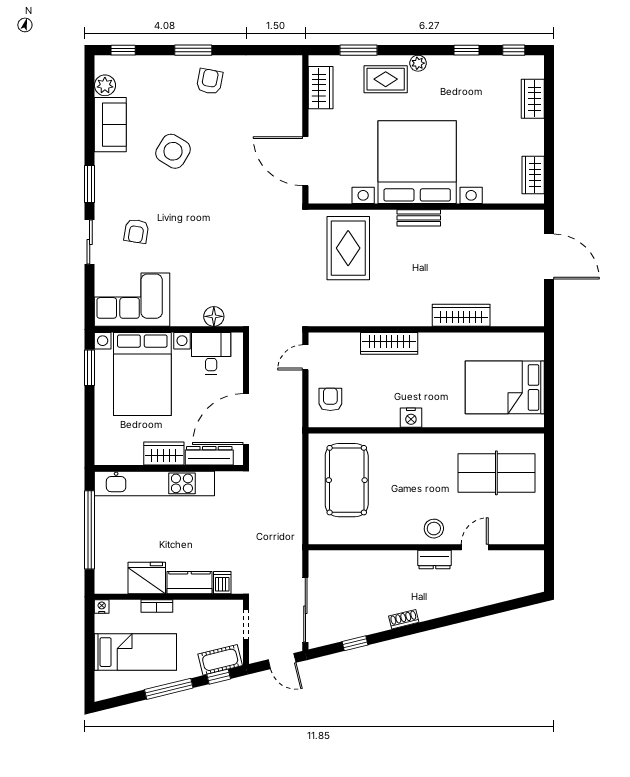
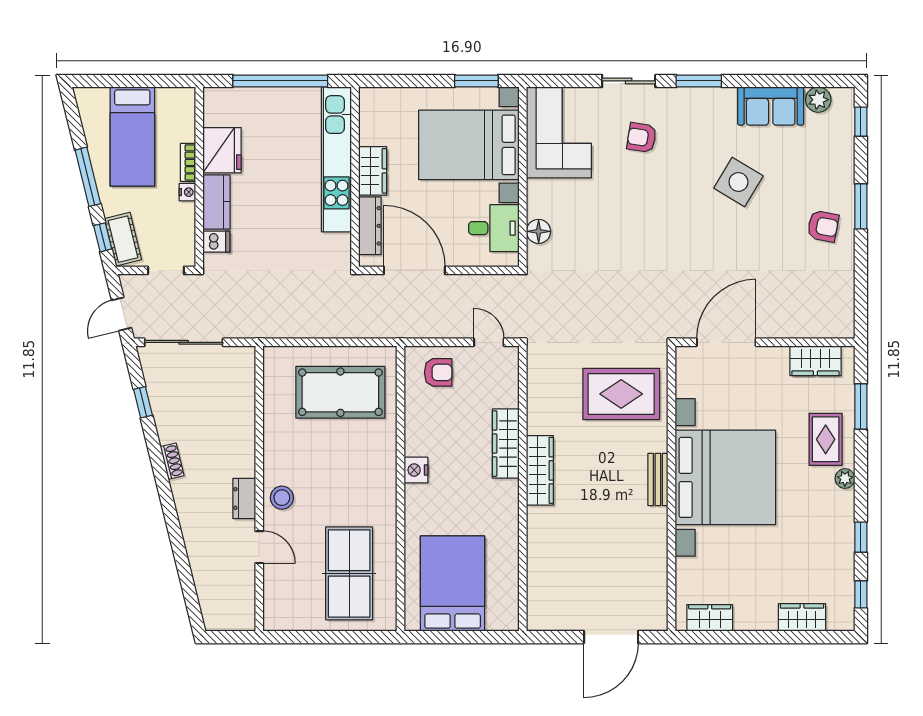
wardrobe: (461, 315) -> (540, 470), moved
nightstand: (102, 607) -> (187, 192), moved

